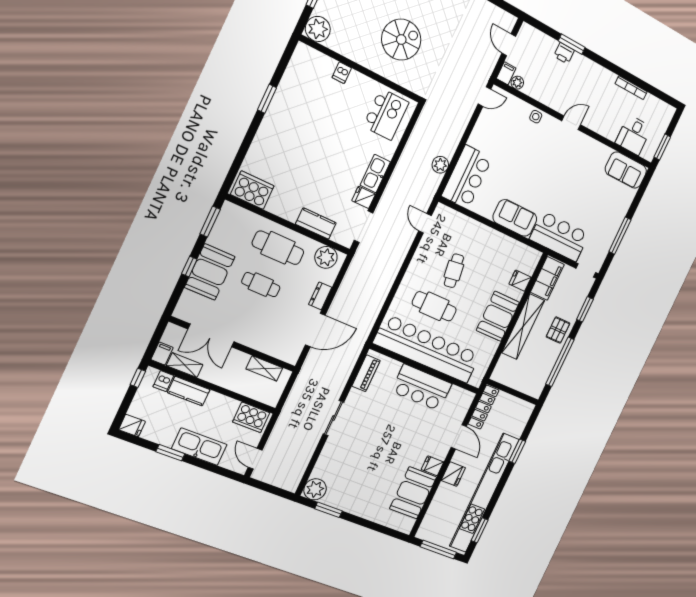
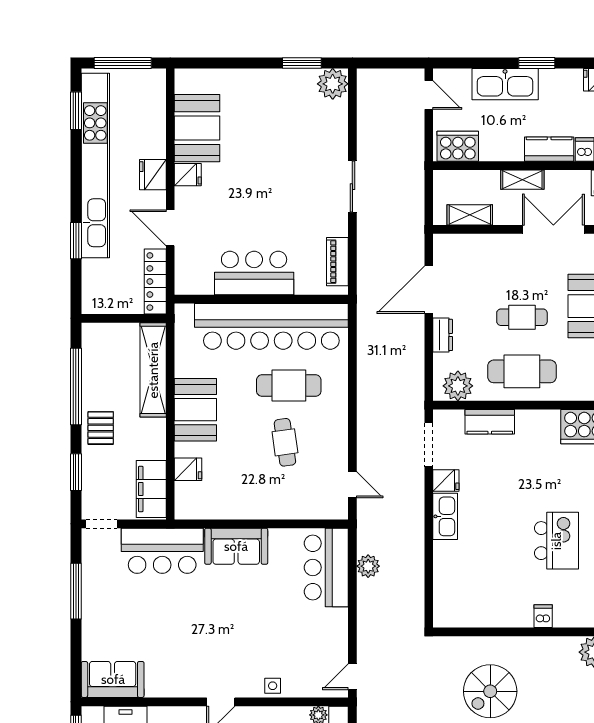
kitchen island: (386, 114) -> (556, 541), moved, turned 180
shelving: (523, 327) -> (153, 370), moved
shelving: (185, 365) -> (522, 180), moved

